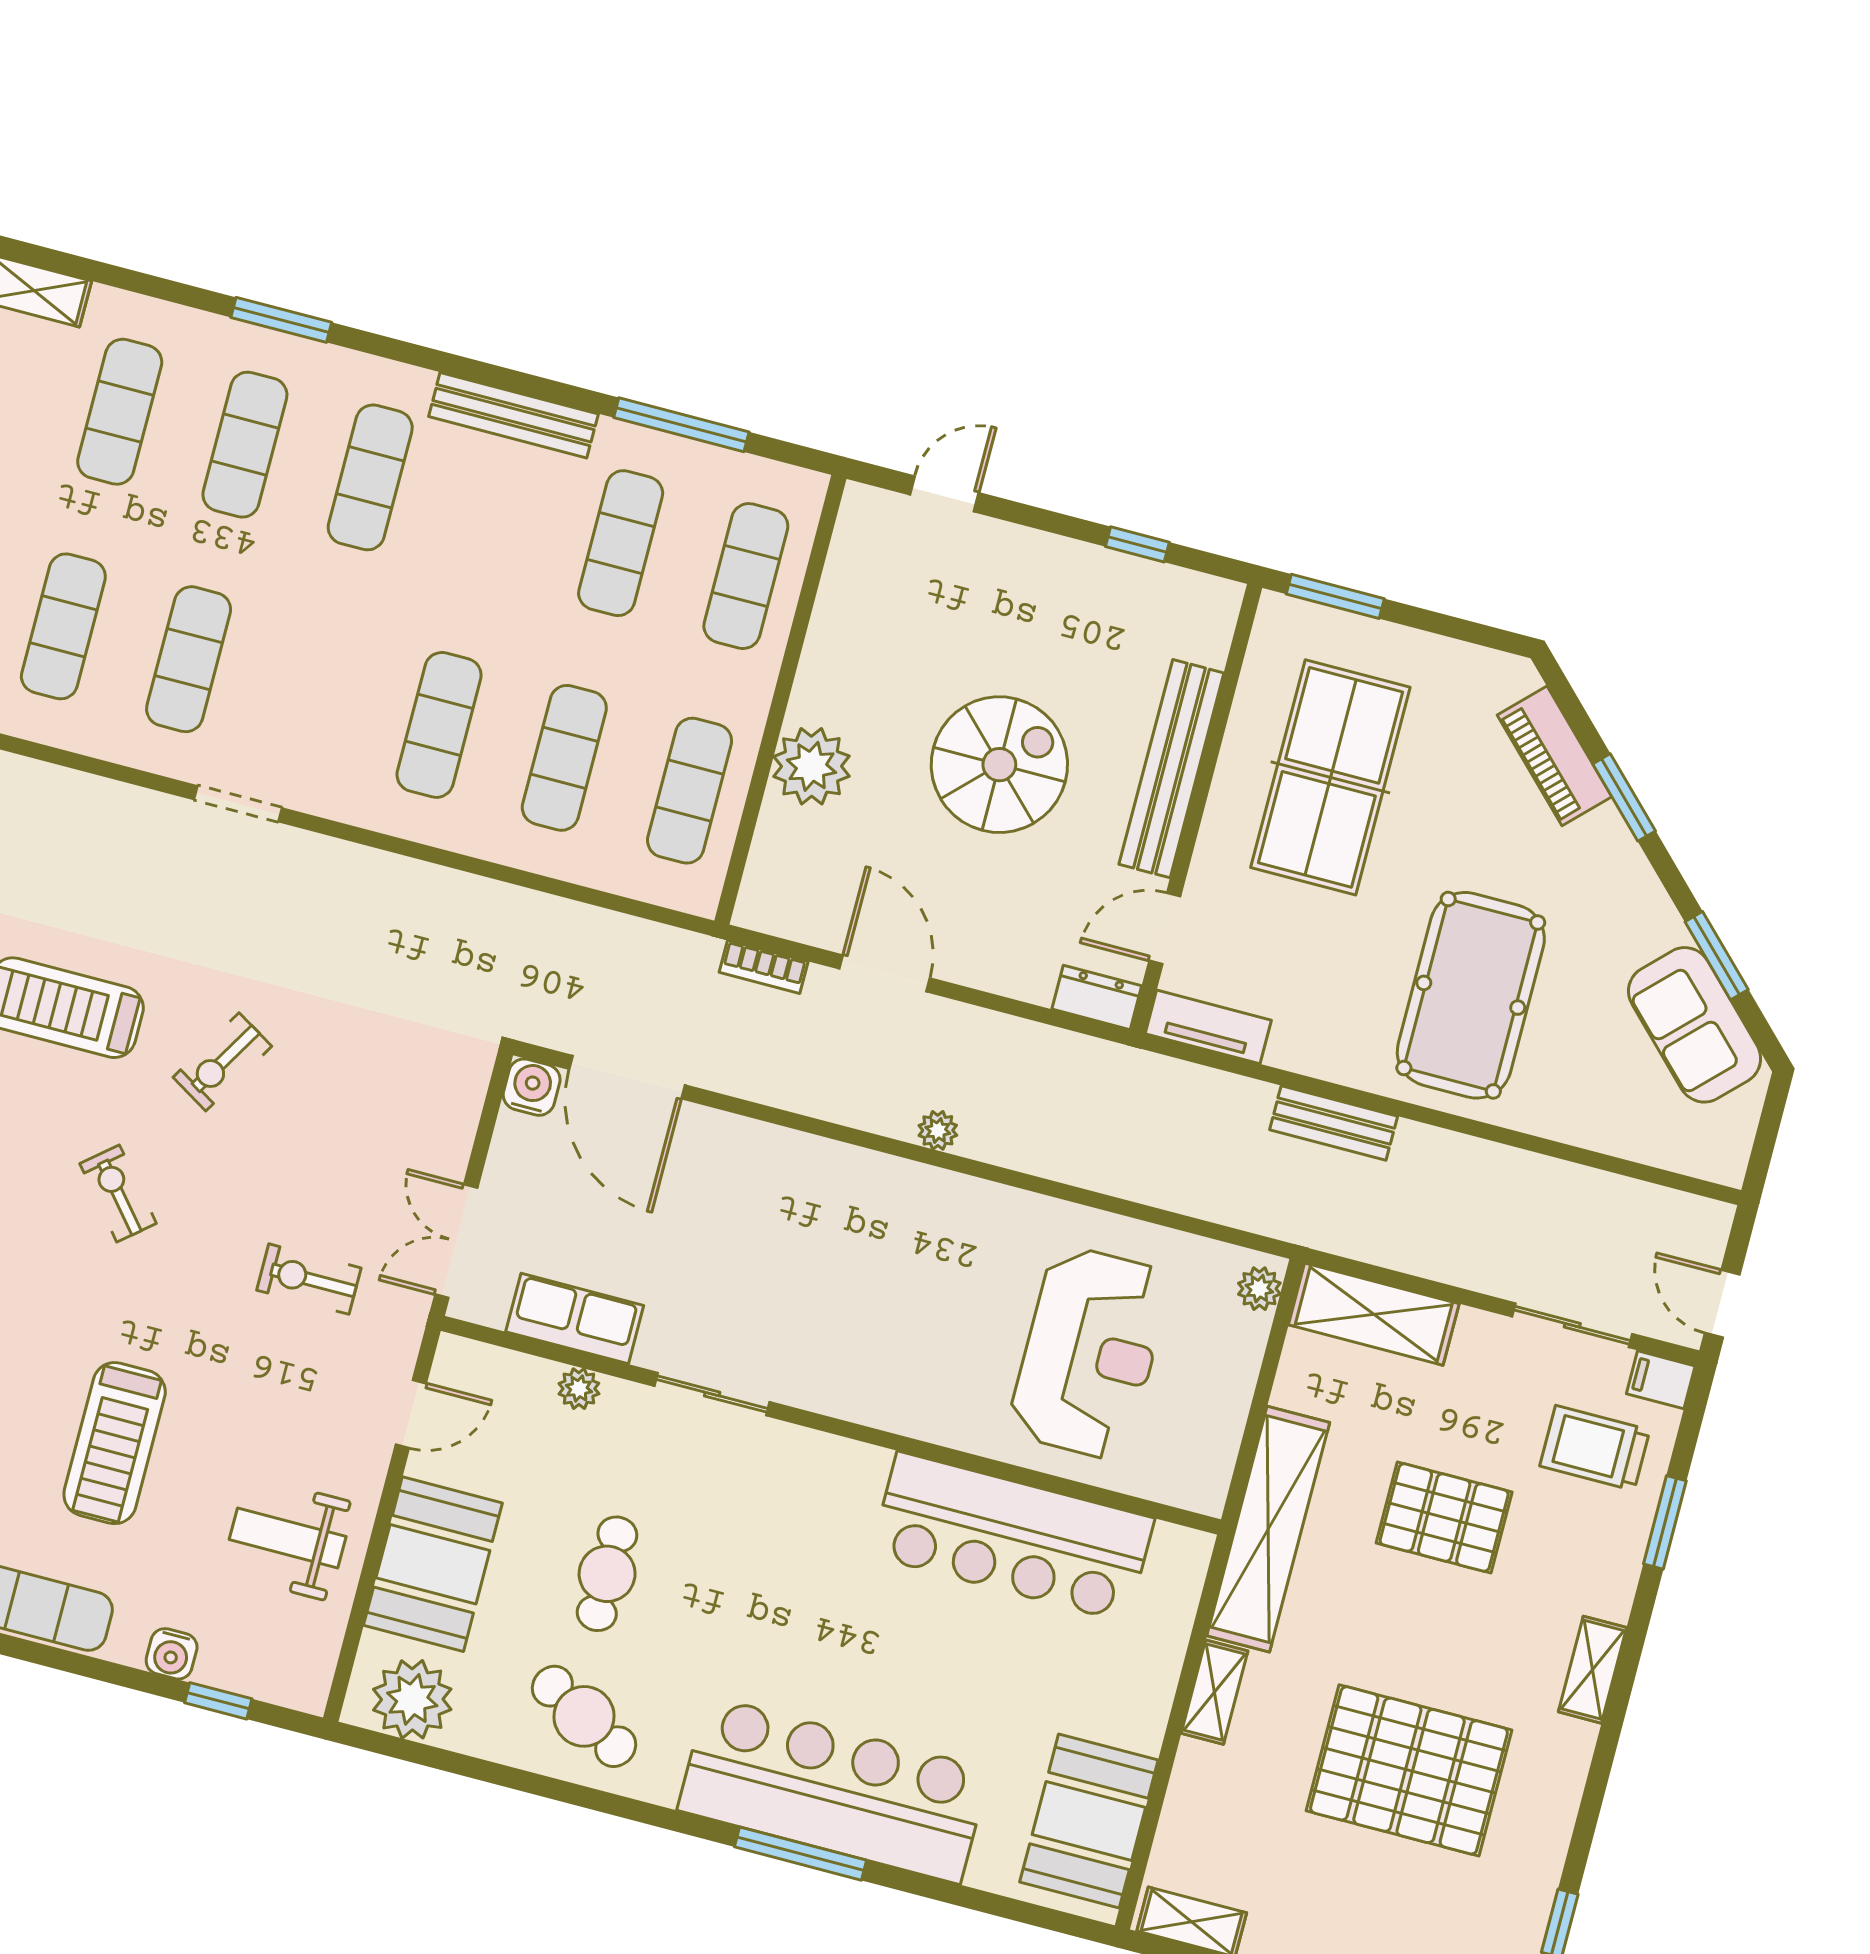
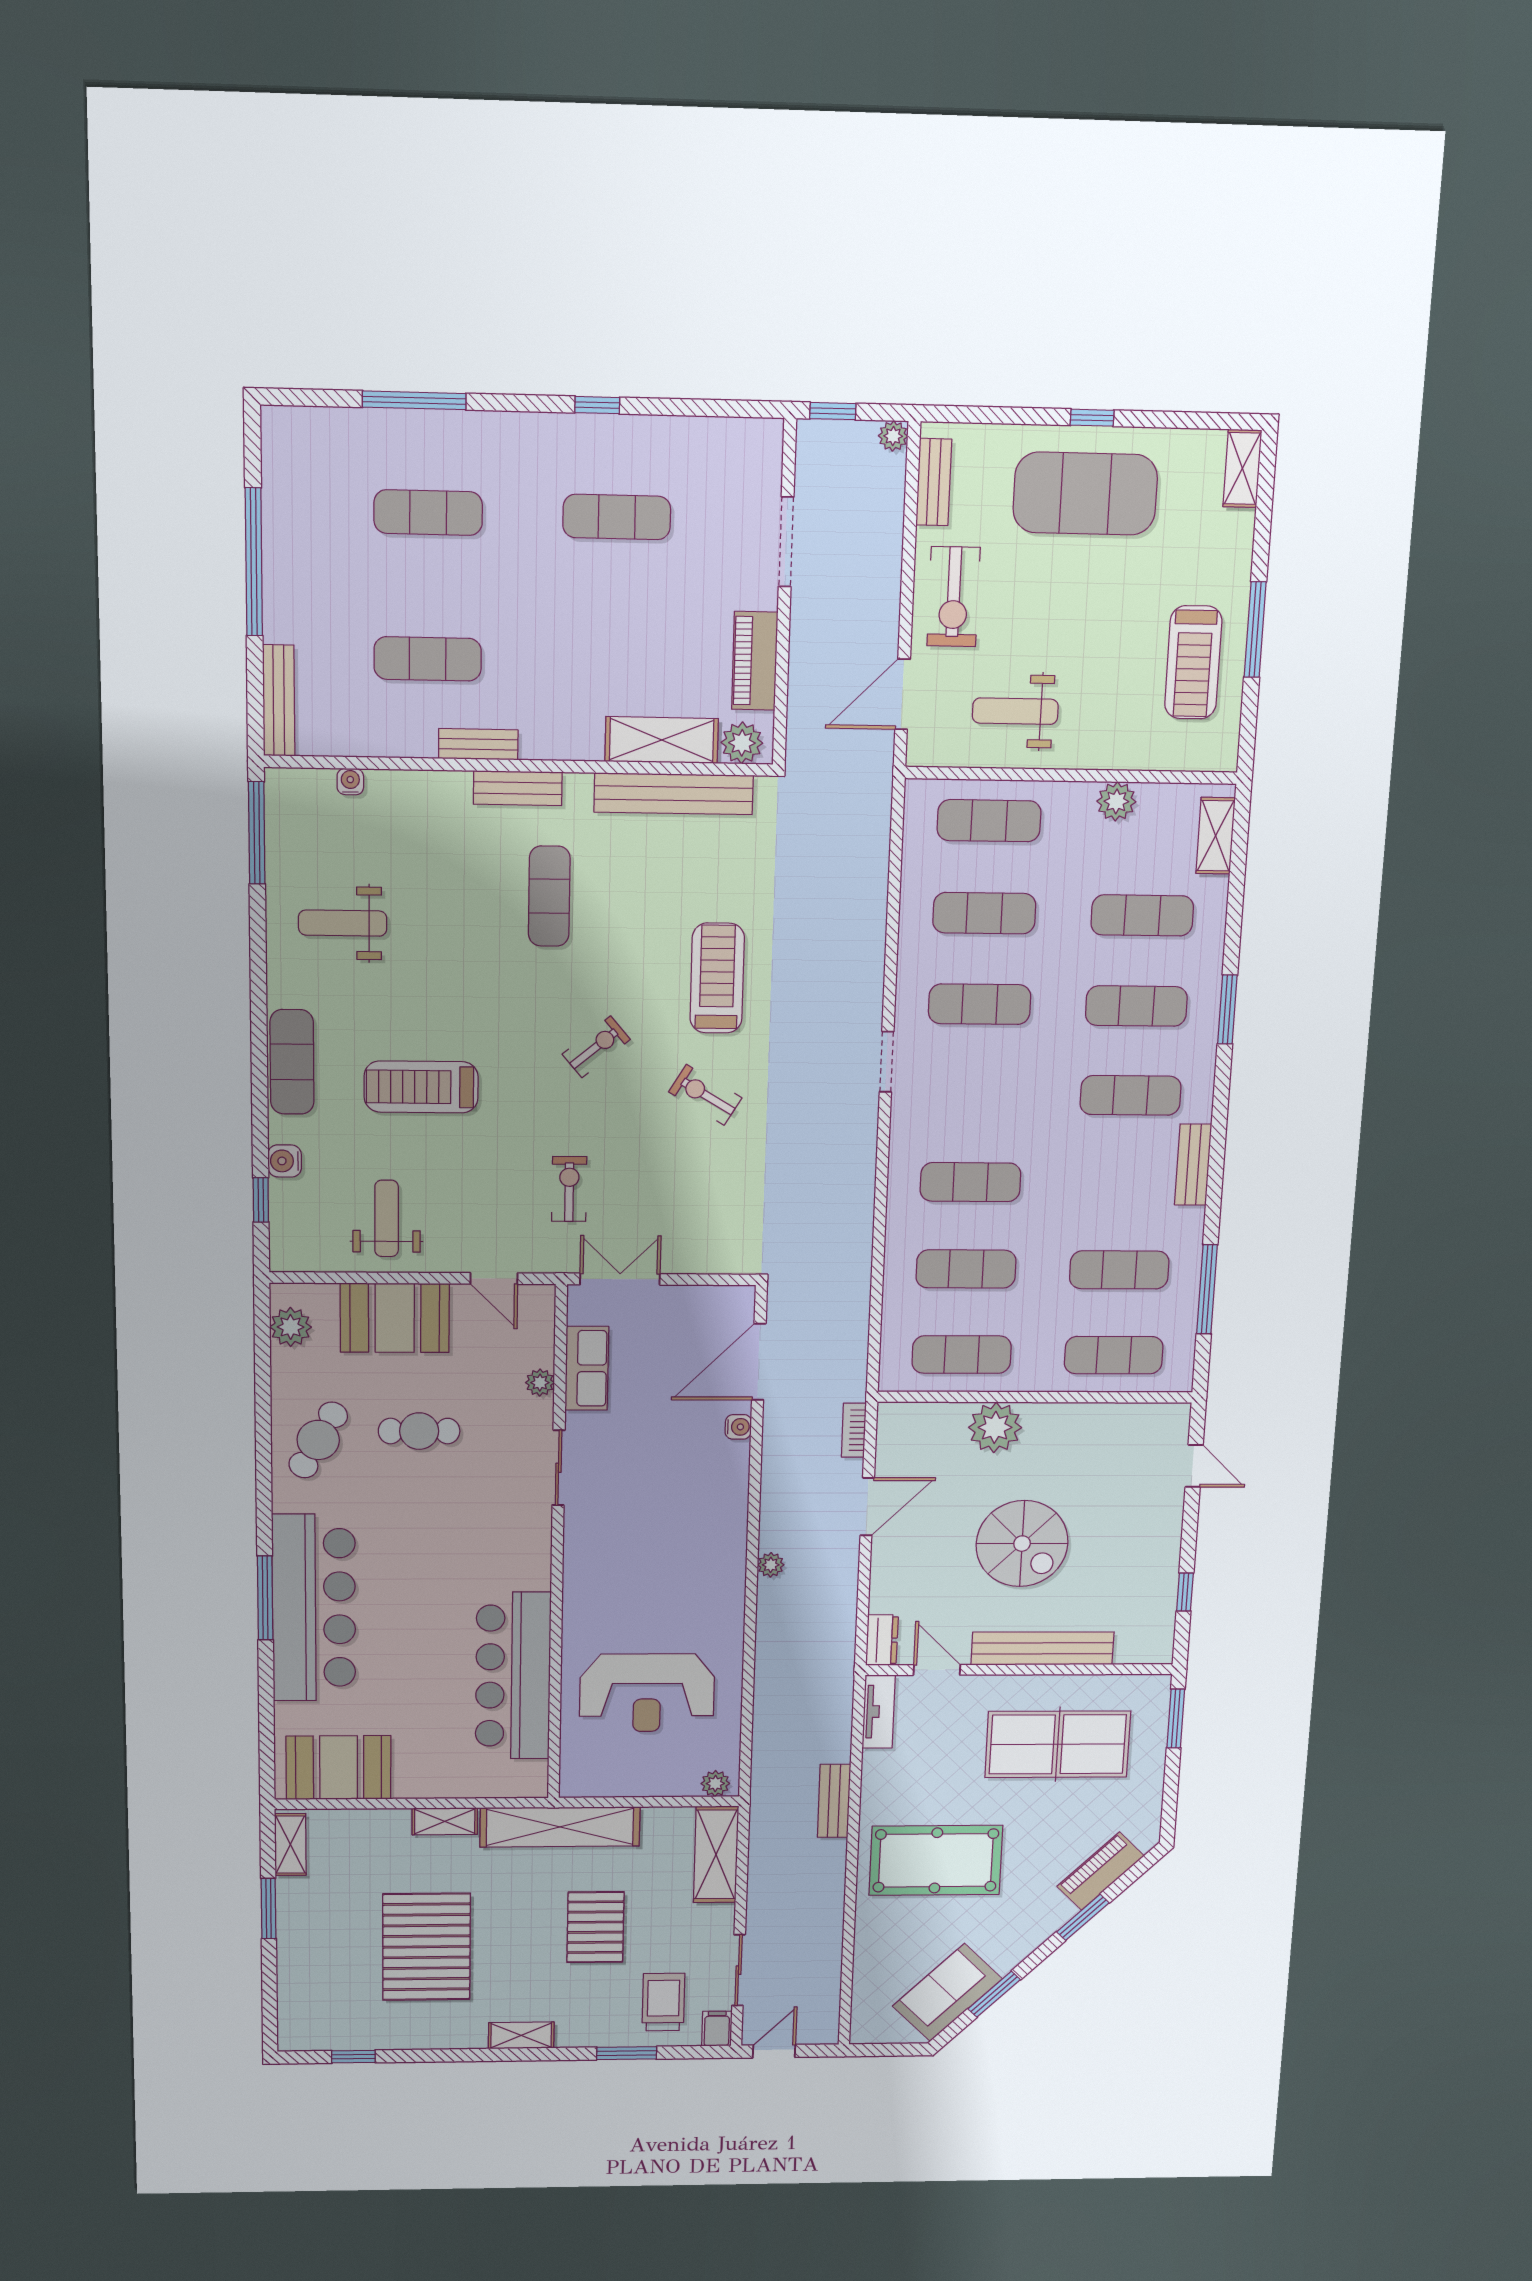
bench: (513, 415) -> (1193, 1165), width x0.73
water cooler: (532, 1087) -> (738, 1427), moved, width x0.72, depth x0.72
plant: (412, 1699) -> (291, 1327), width x0.73, depth x0.73

